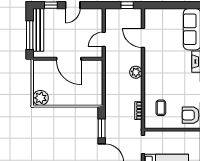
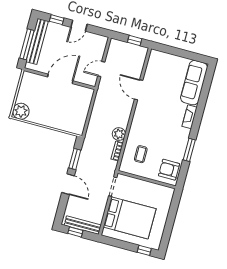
door: (143, 38) -> (139, 90), moved
door: (69, 59) -> (60, 79), swing flipped
plant: (136, 72) -> (119, 134), moved

